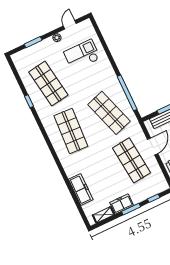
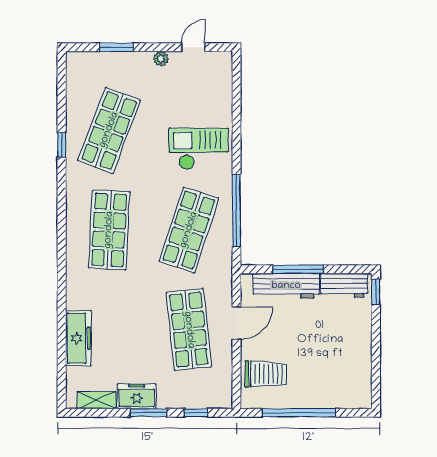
checkout: (82, 55) -> (199, 149), moved
shop shelf: (48, 83) -> (109, 130), turned 30
shop shelf: (109, 113) -> (189, 230), turned 36

